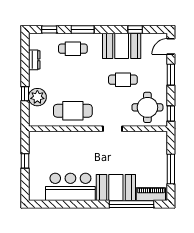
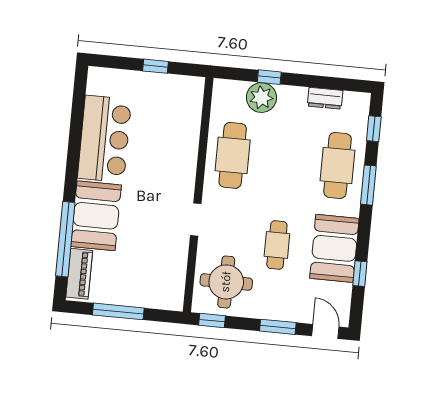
cafe table: (73, 49) -> (338, 165), width x1.37, depth x1.35

